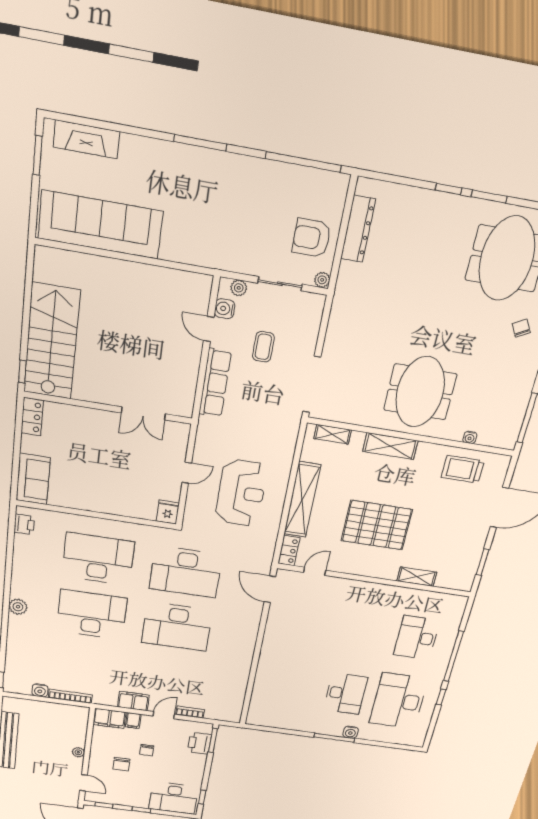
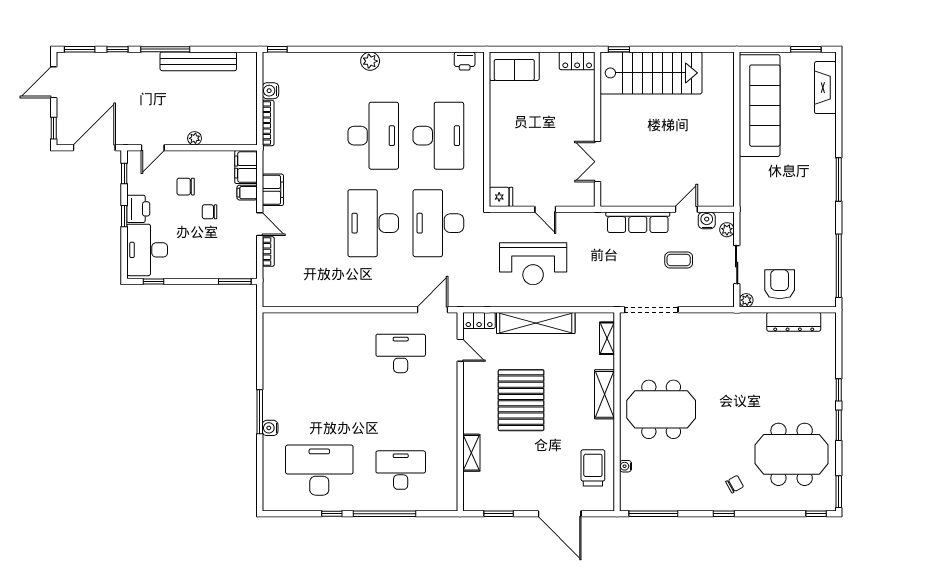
desk: (345, 694) -> (401, 353), moved, turned 180
printer: (199, 743) -> (138, 209), moved, turned 90

